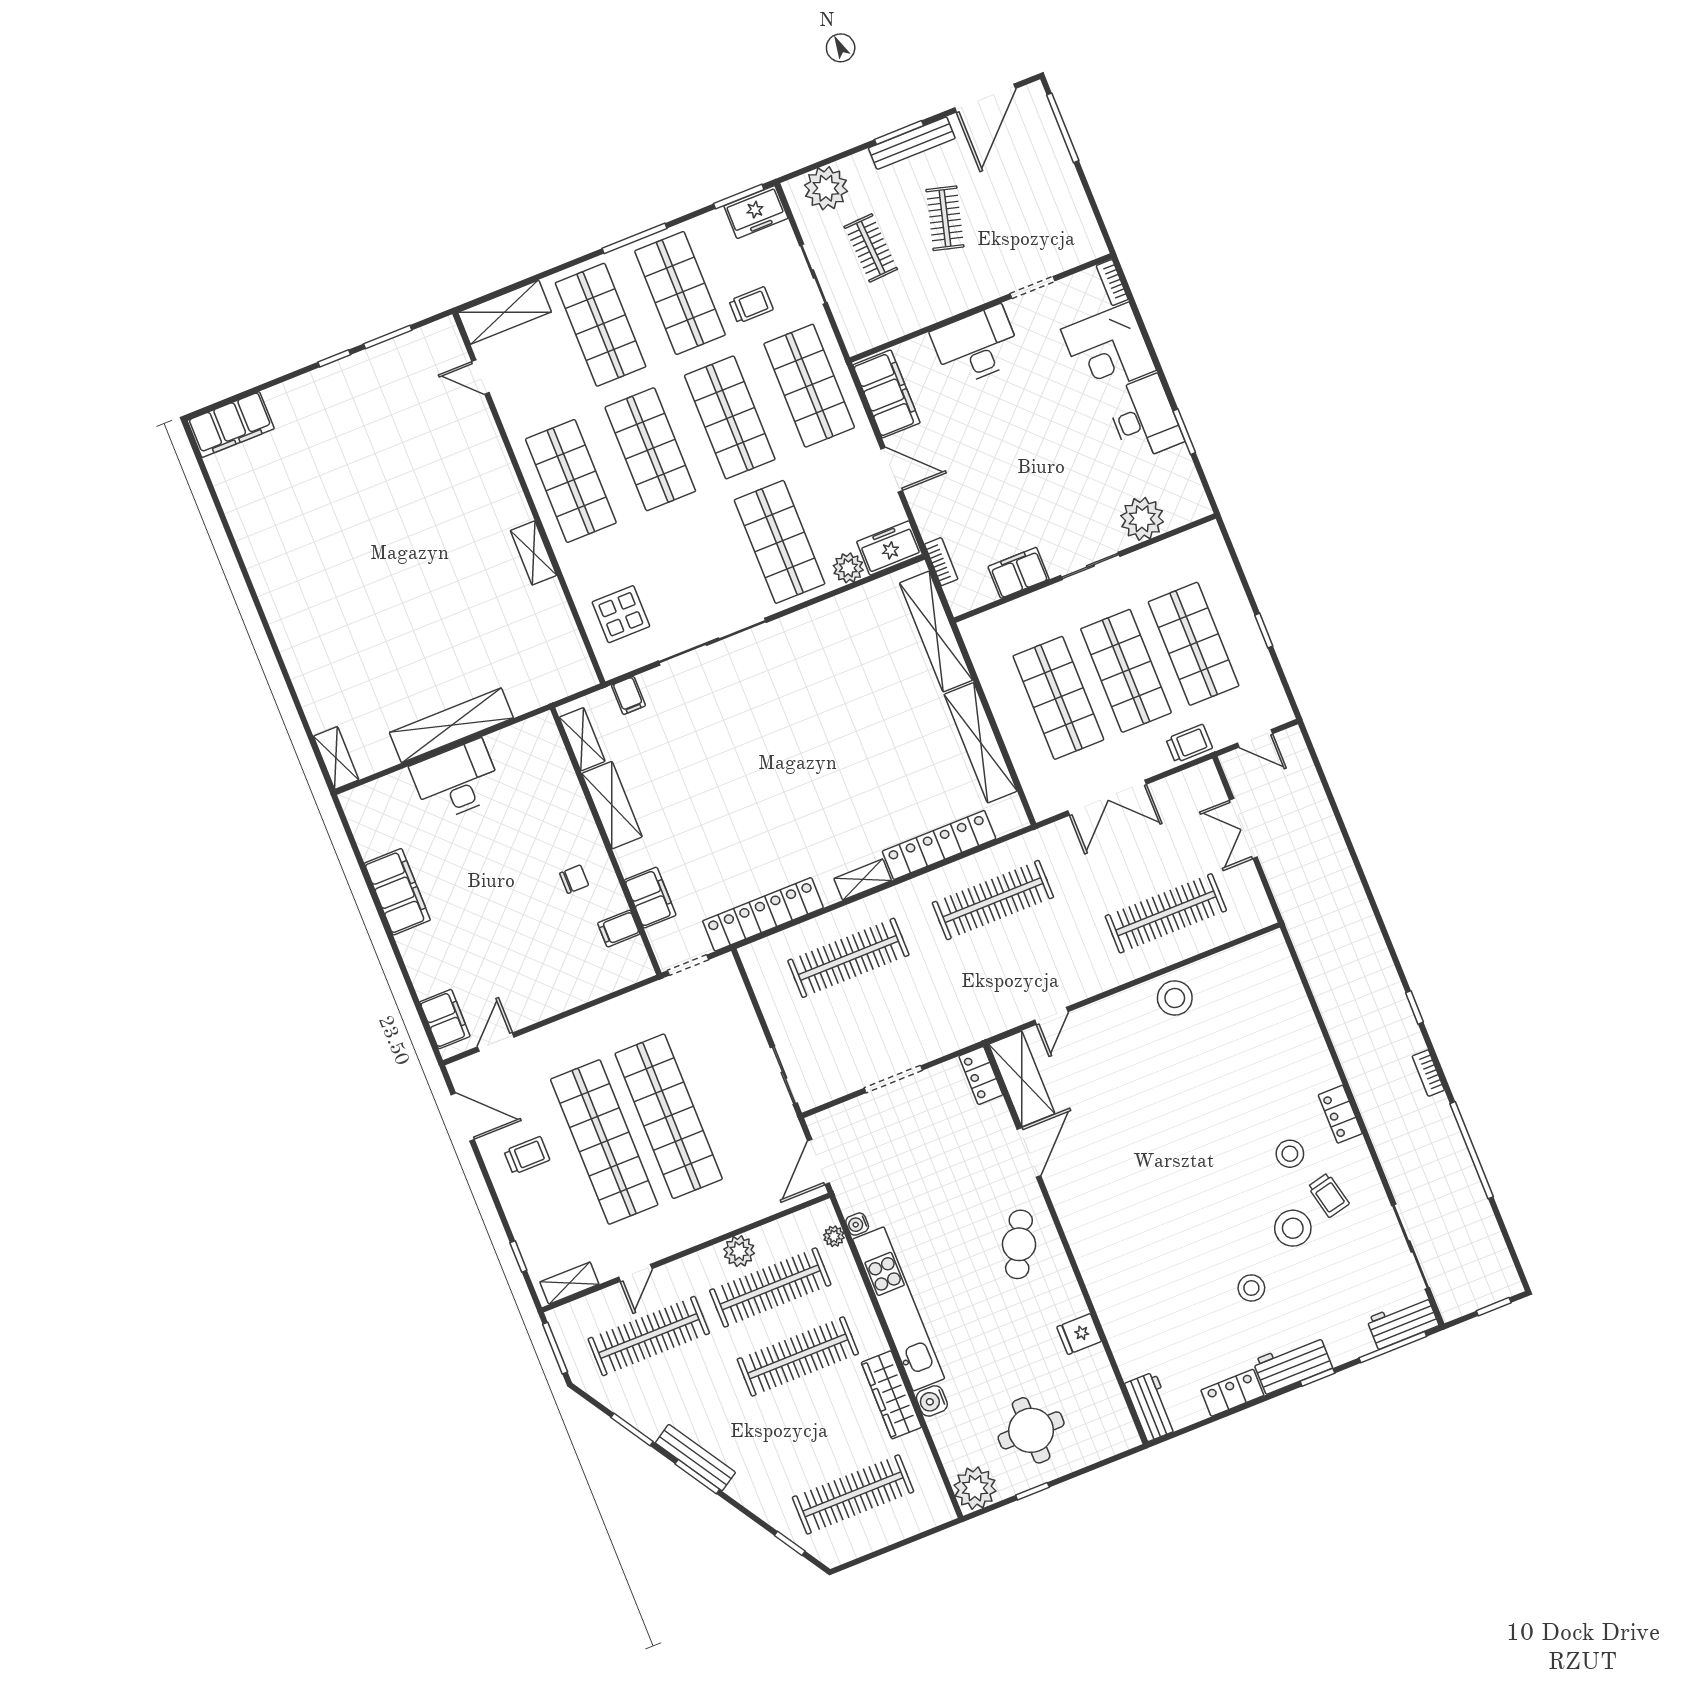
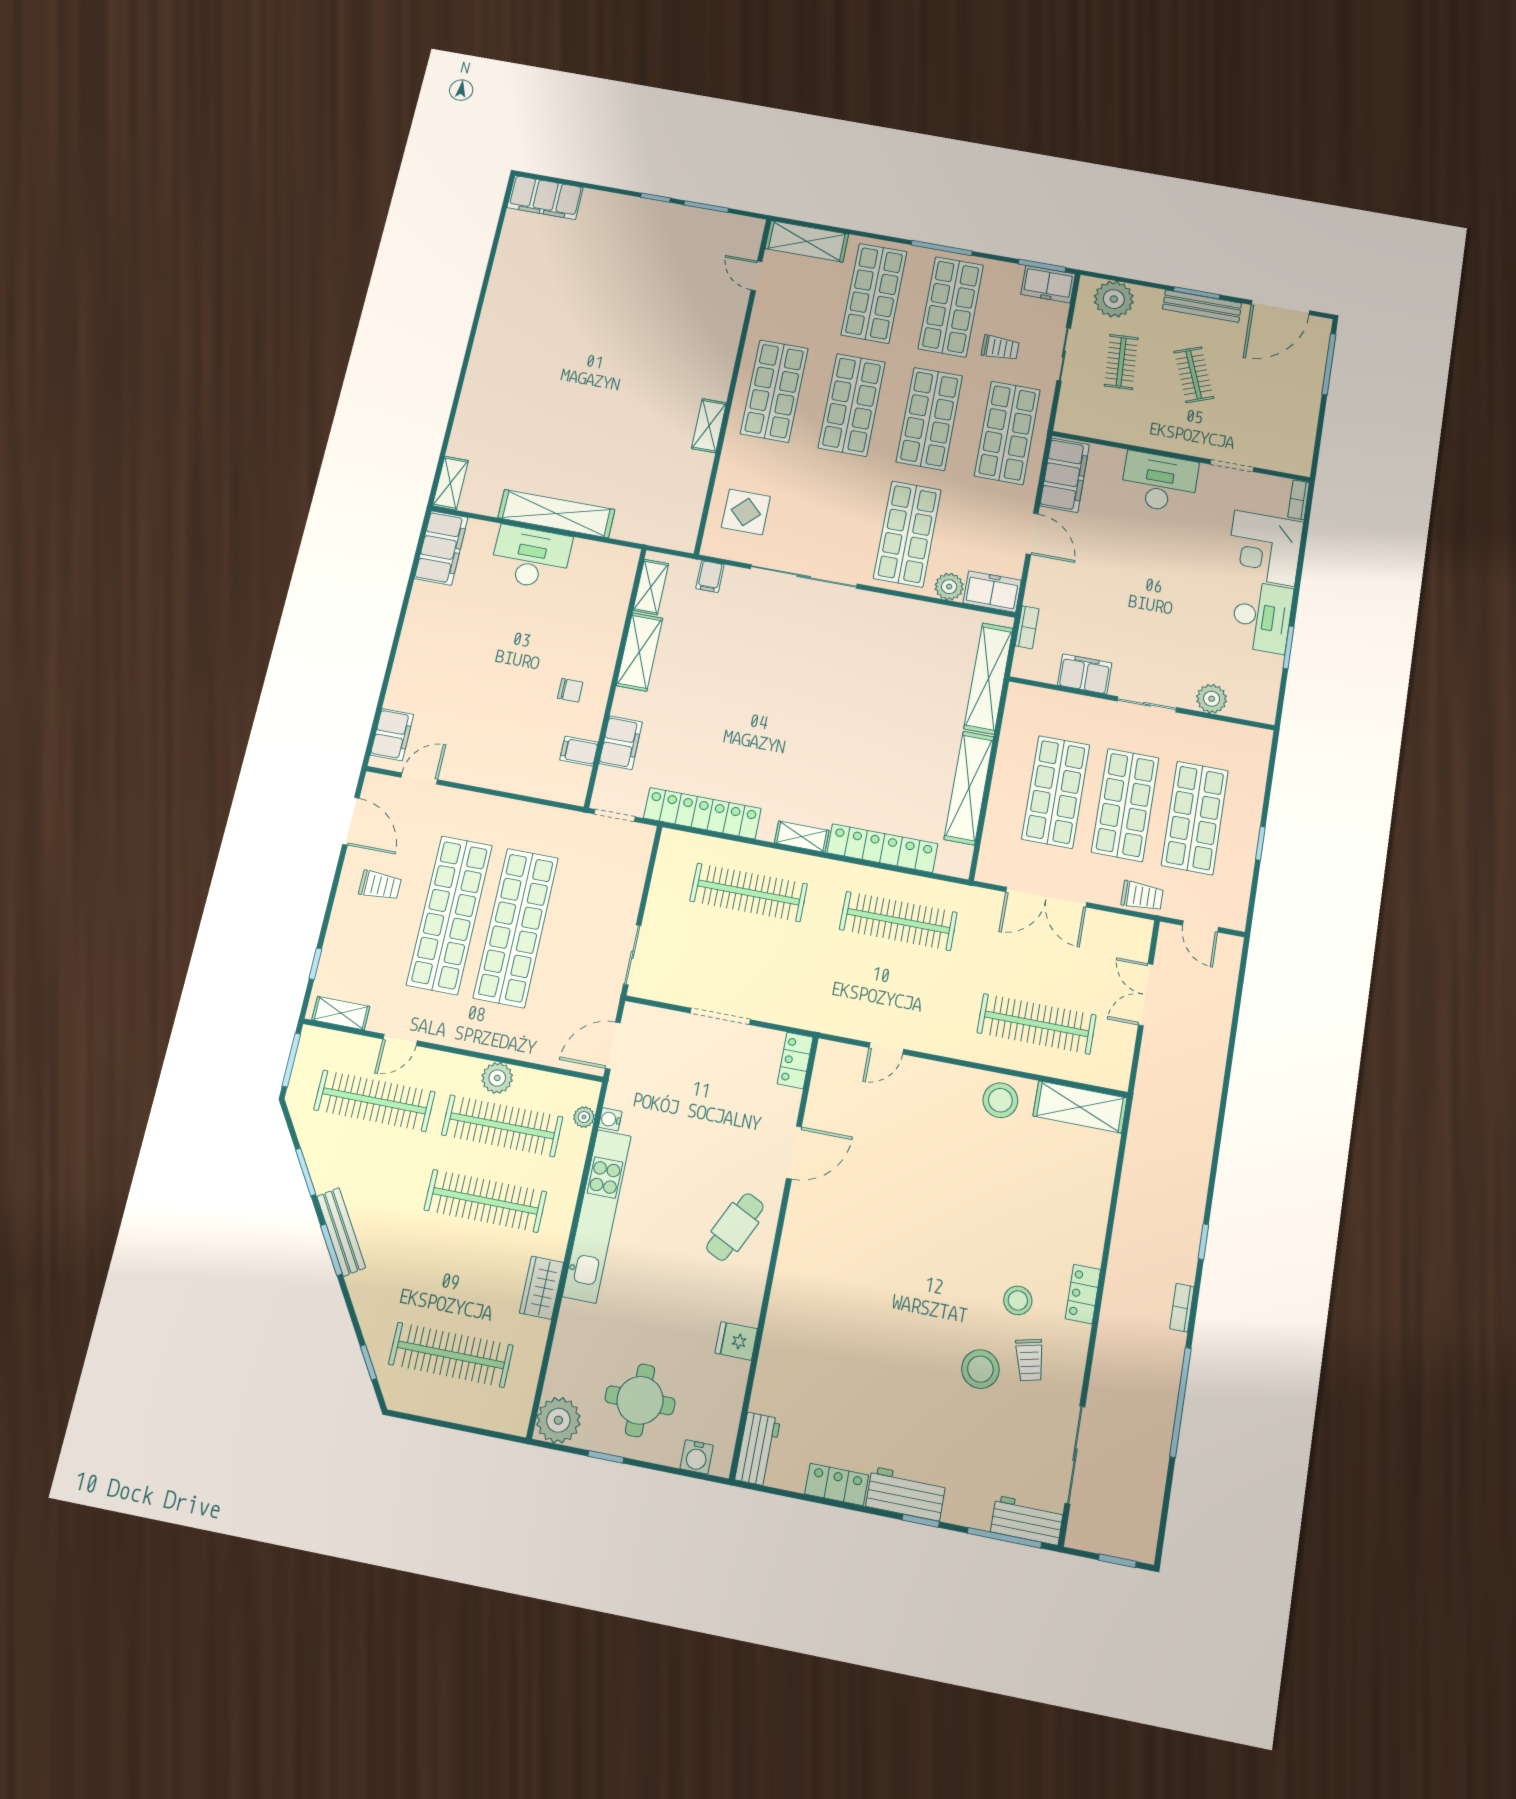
clothes rail: (945, 218) -> (1194, 375), turned -36
plant: (1142, 519) -> (1212, 699), width x0.73, depth x0.73
filing cabinet: (397, 892) -> (441, 548), moved
shelving: (1022, 1079) -> (1080, 1107), moved, turned 90
stool: (1251, 1288) -> (912, 1399), removed
wardrobe: (891, 1395) -> (542, 1288), width x0.67
water cooler: (932, 1401) -> (697, 1457), moved, turned -90

